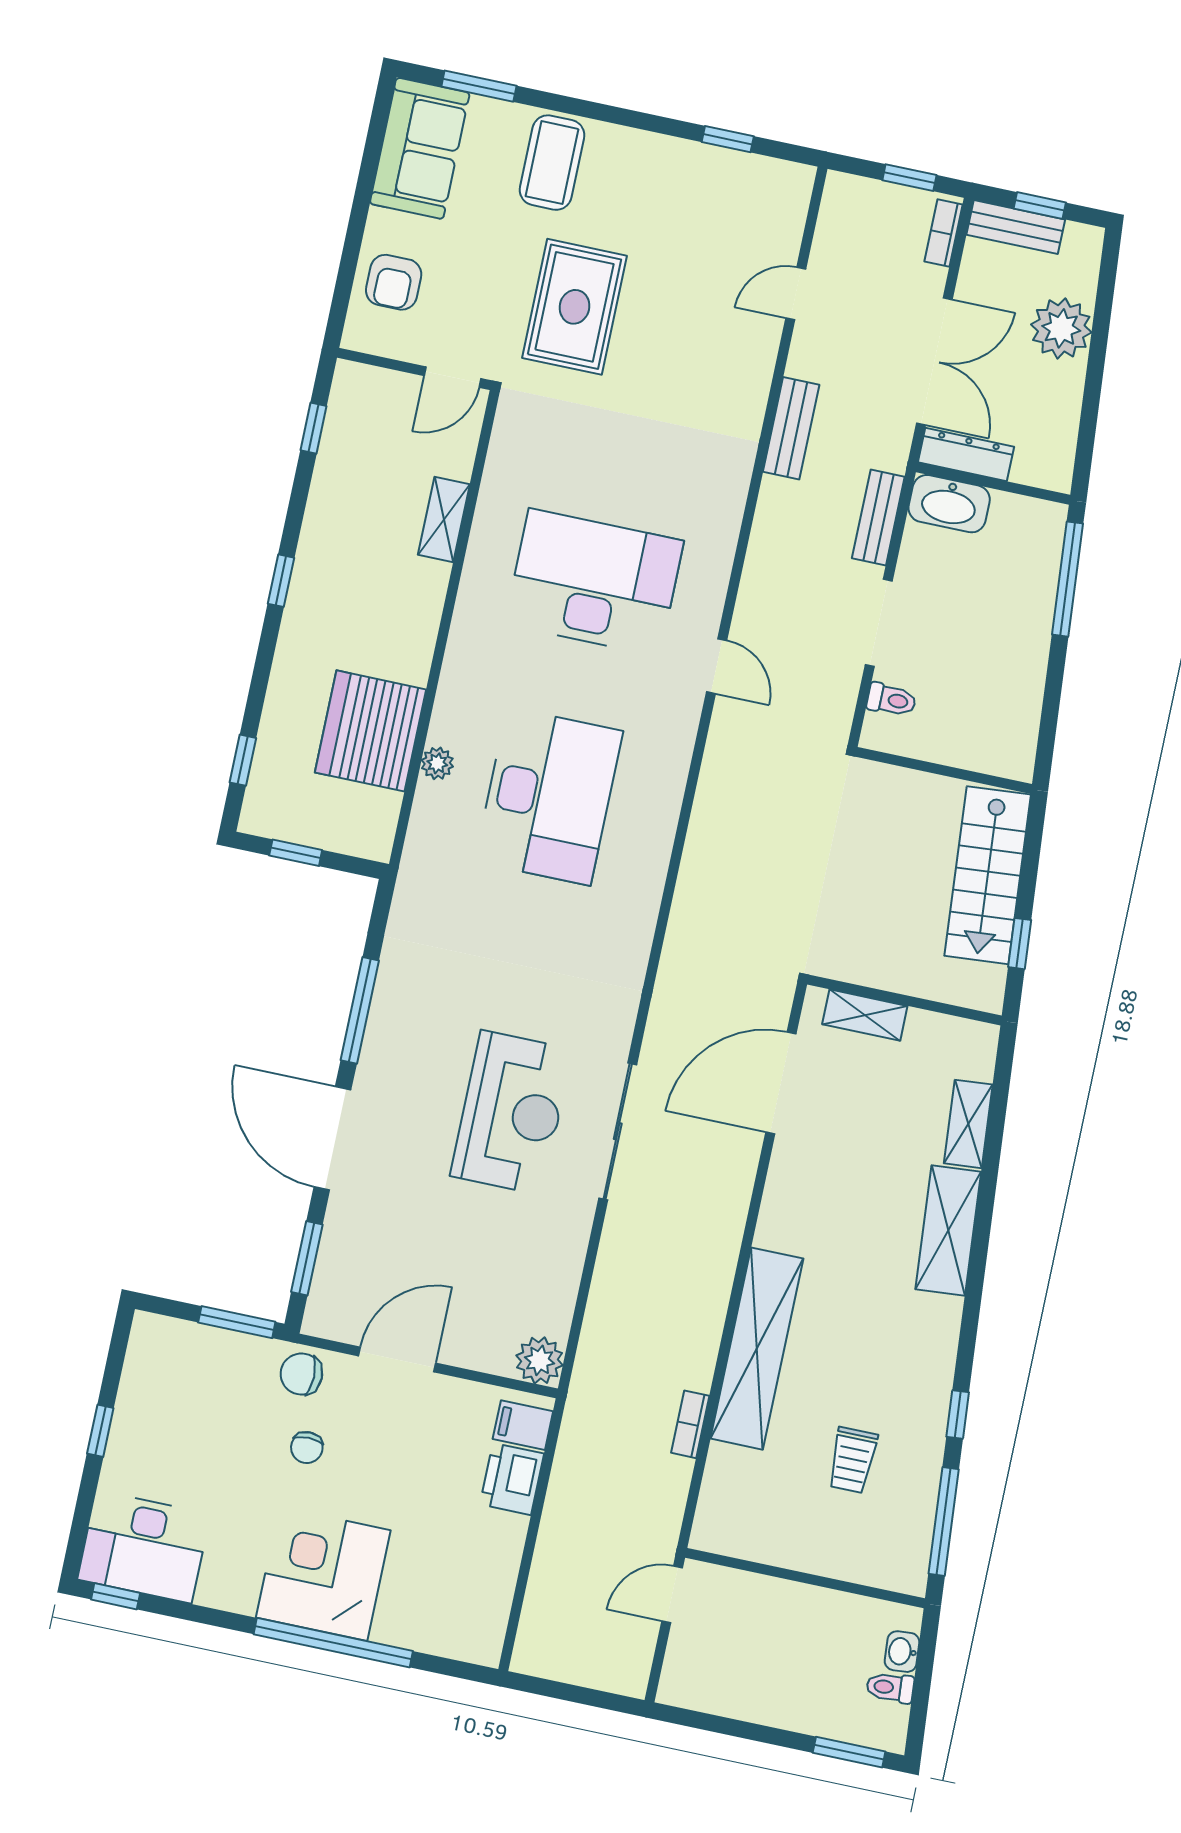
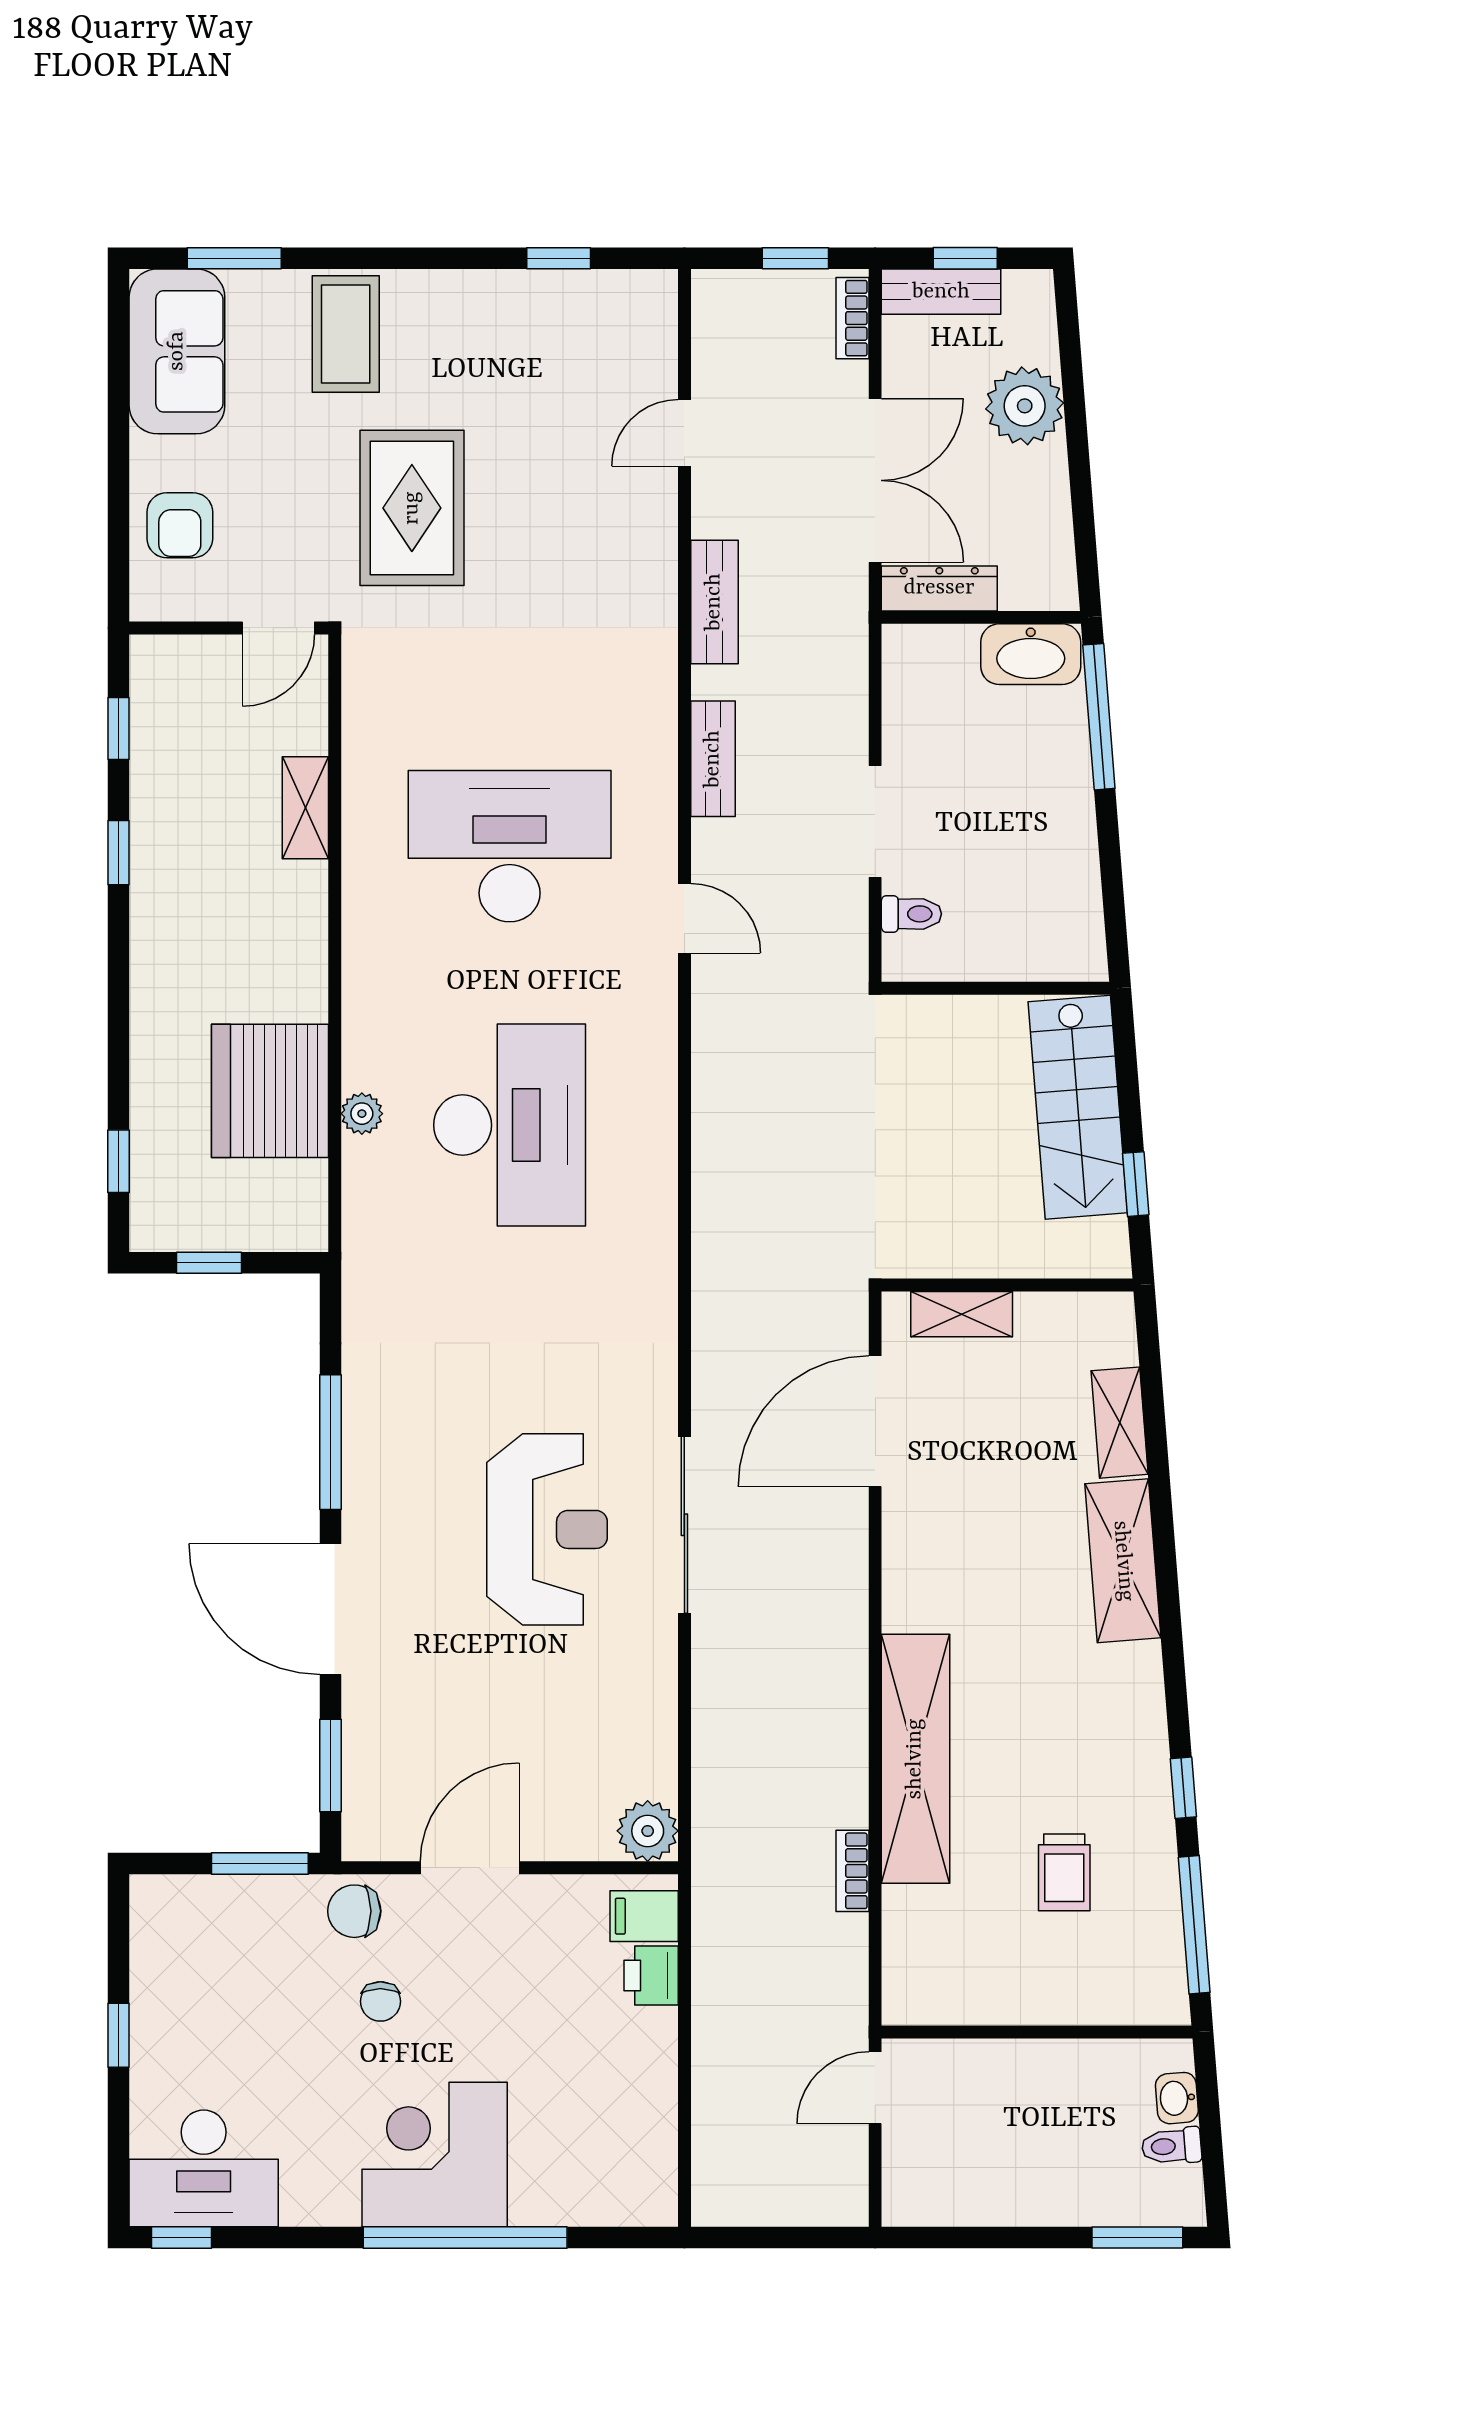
washbasin: (949, 504) -> (1031, 654), moved
bench: (878, 518) -> (713, 759), moved
window: (281, 581) -> (119, 853), moved
printer: (512, 1479) -> (651, 1976), width x0.73, depth x0.81

